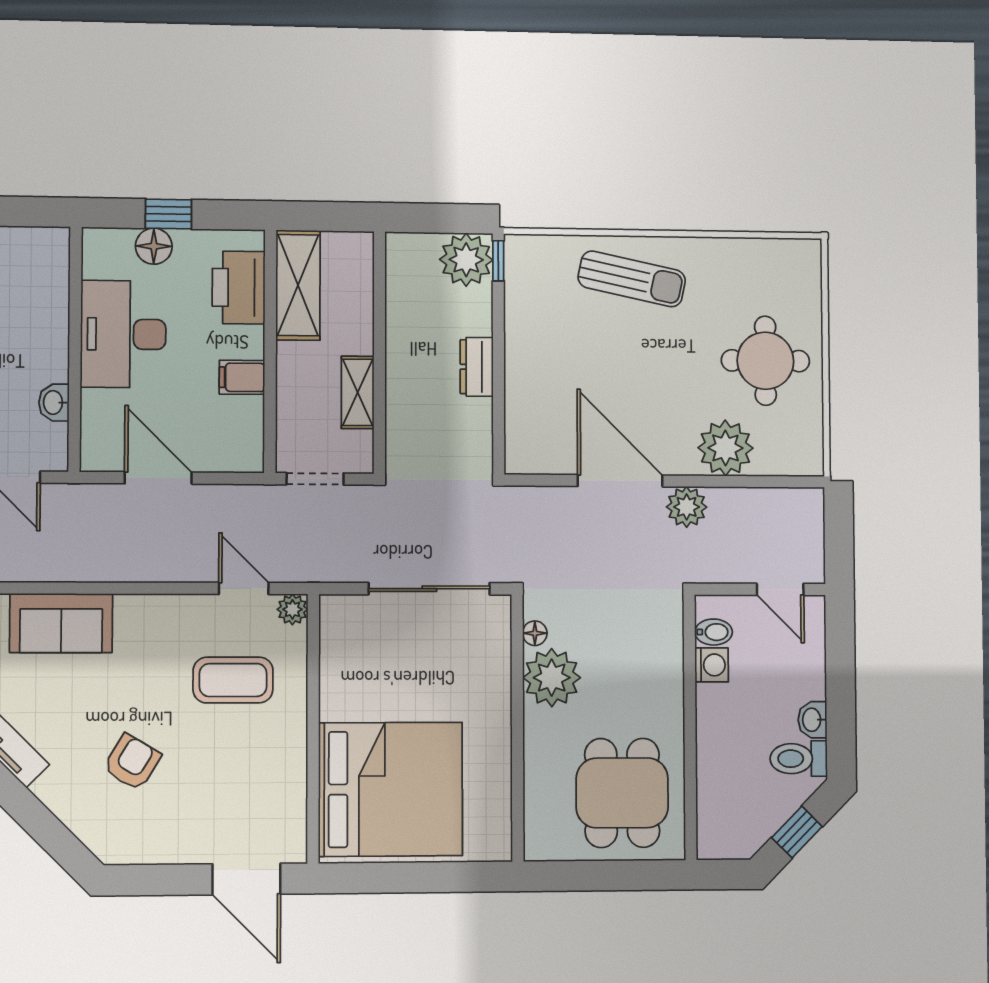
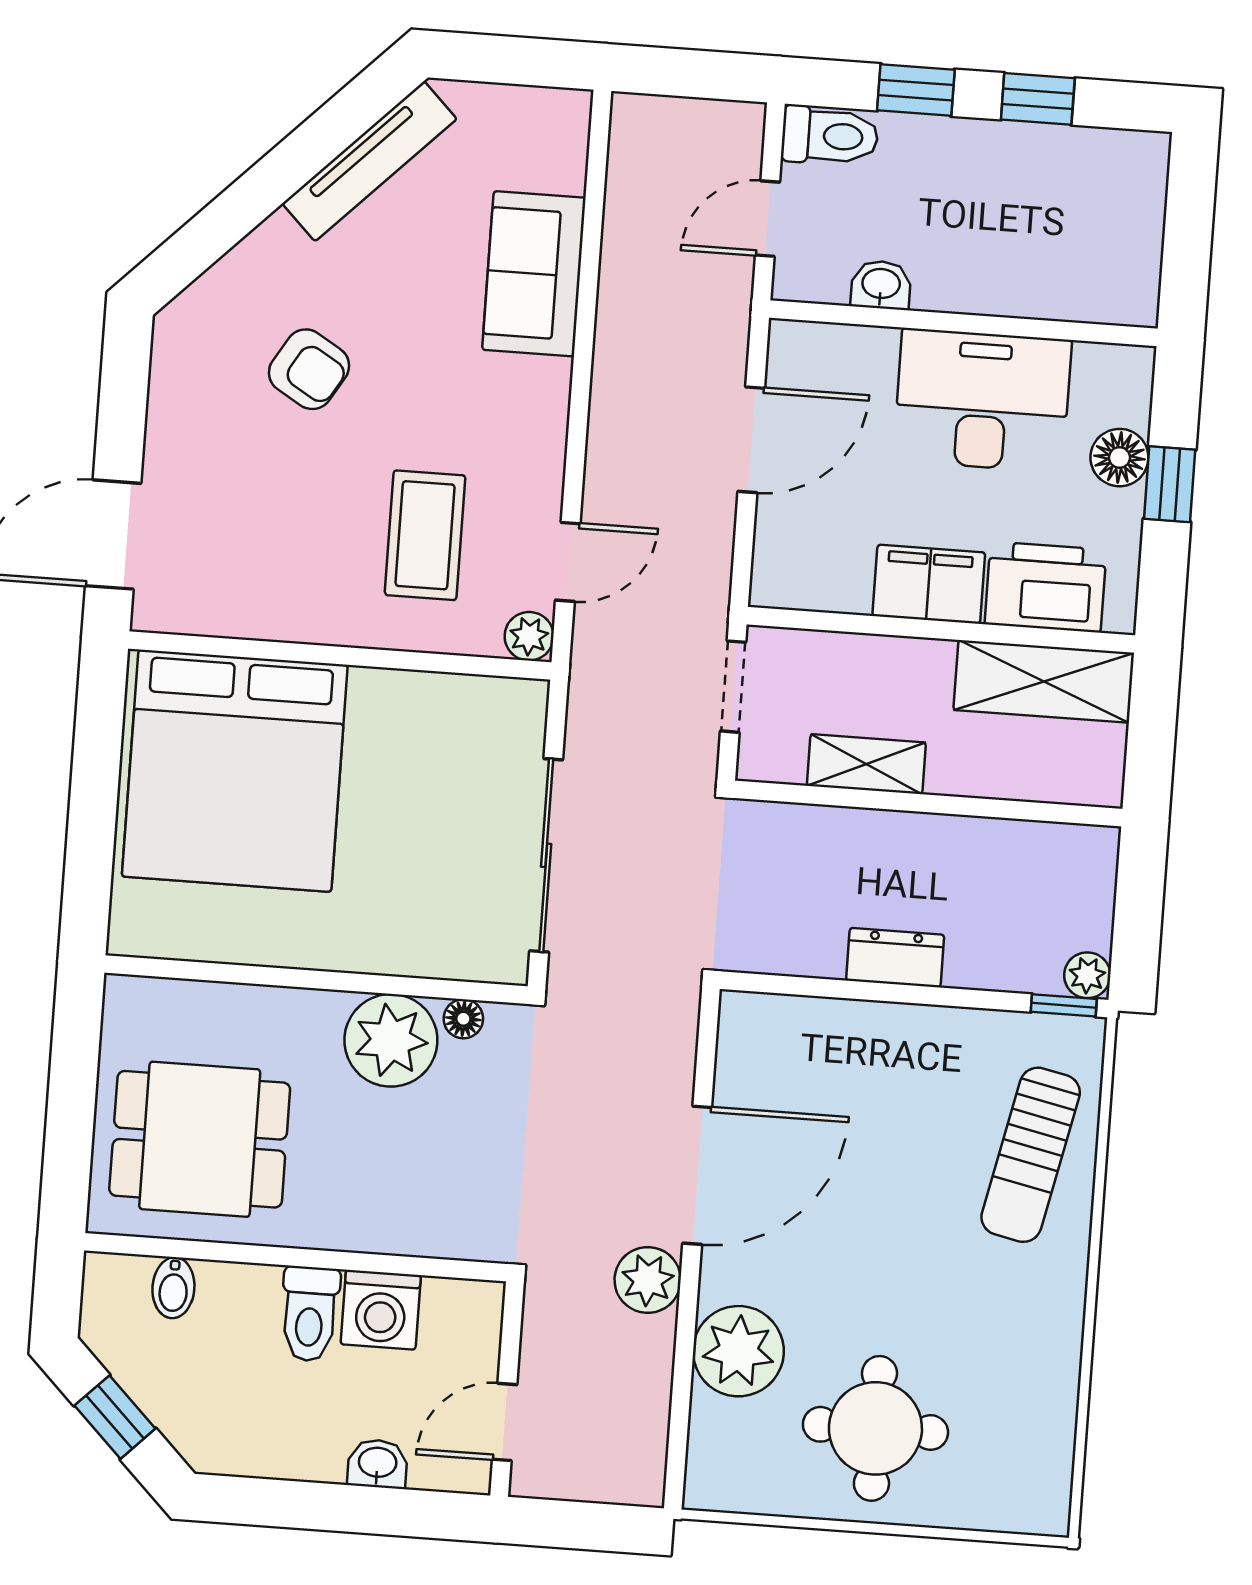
plant: (466, 260) -> (1087, 975), width x0.53, depth x0.53
sun lounger: (632, 279) -> (1031, 1155), moved
filing cabinet: (242, 377) -> (929, 584), width x2.00
bidet: (714, 632) -> (173, 1288), moved
washing machine: (712, 665) -> (381, 1310), width x1.38, depth x1.38
washbasin: (812, 720) -> (378, 1464), moved
toilet: (799, 759) -> (310, 1314), moved, turned 180

